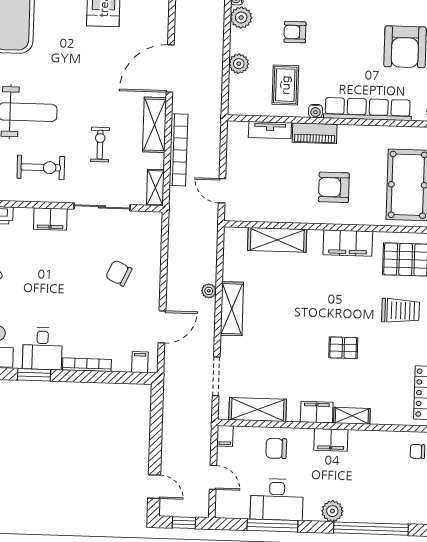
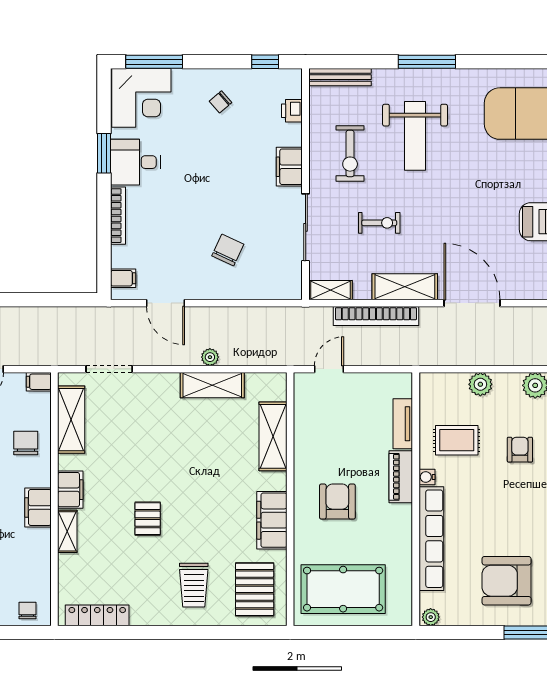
shelving: (232, 309) -> (212, 385), moved

